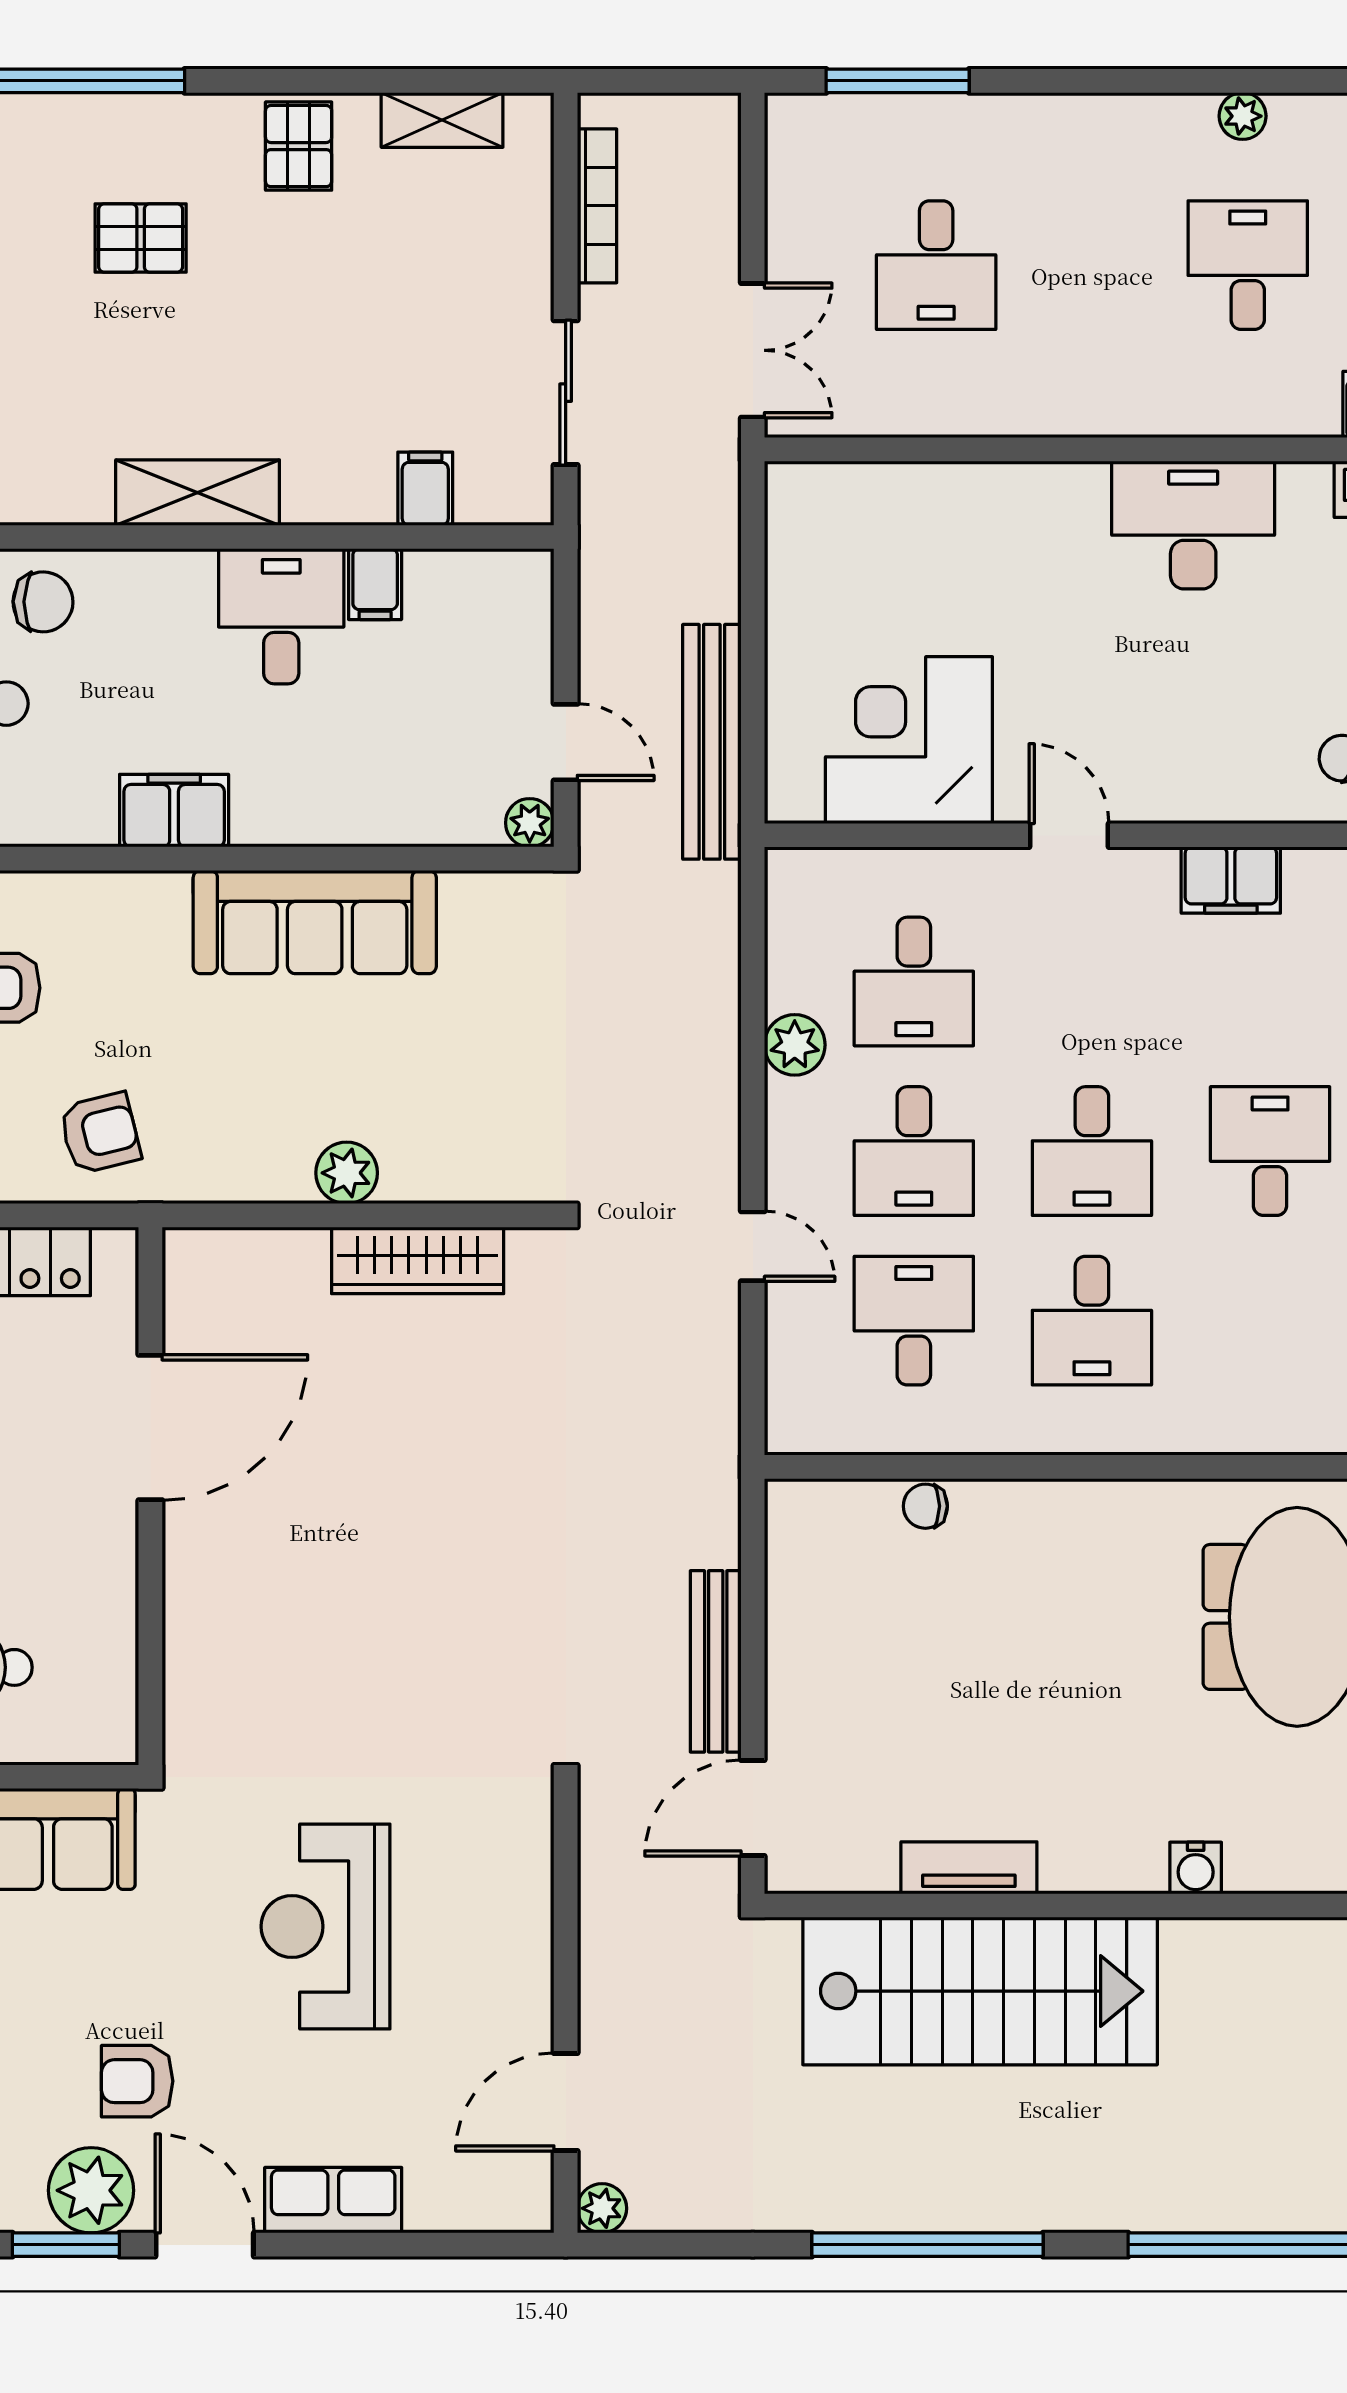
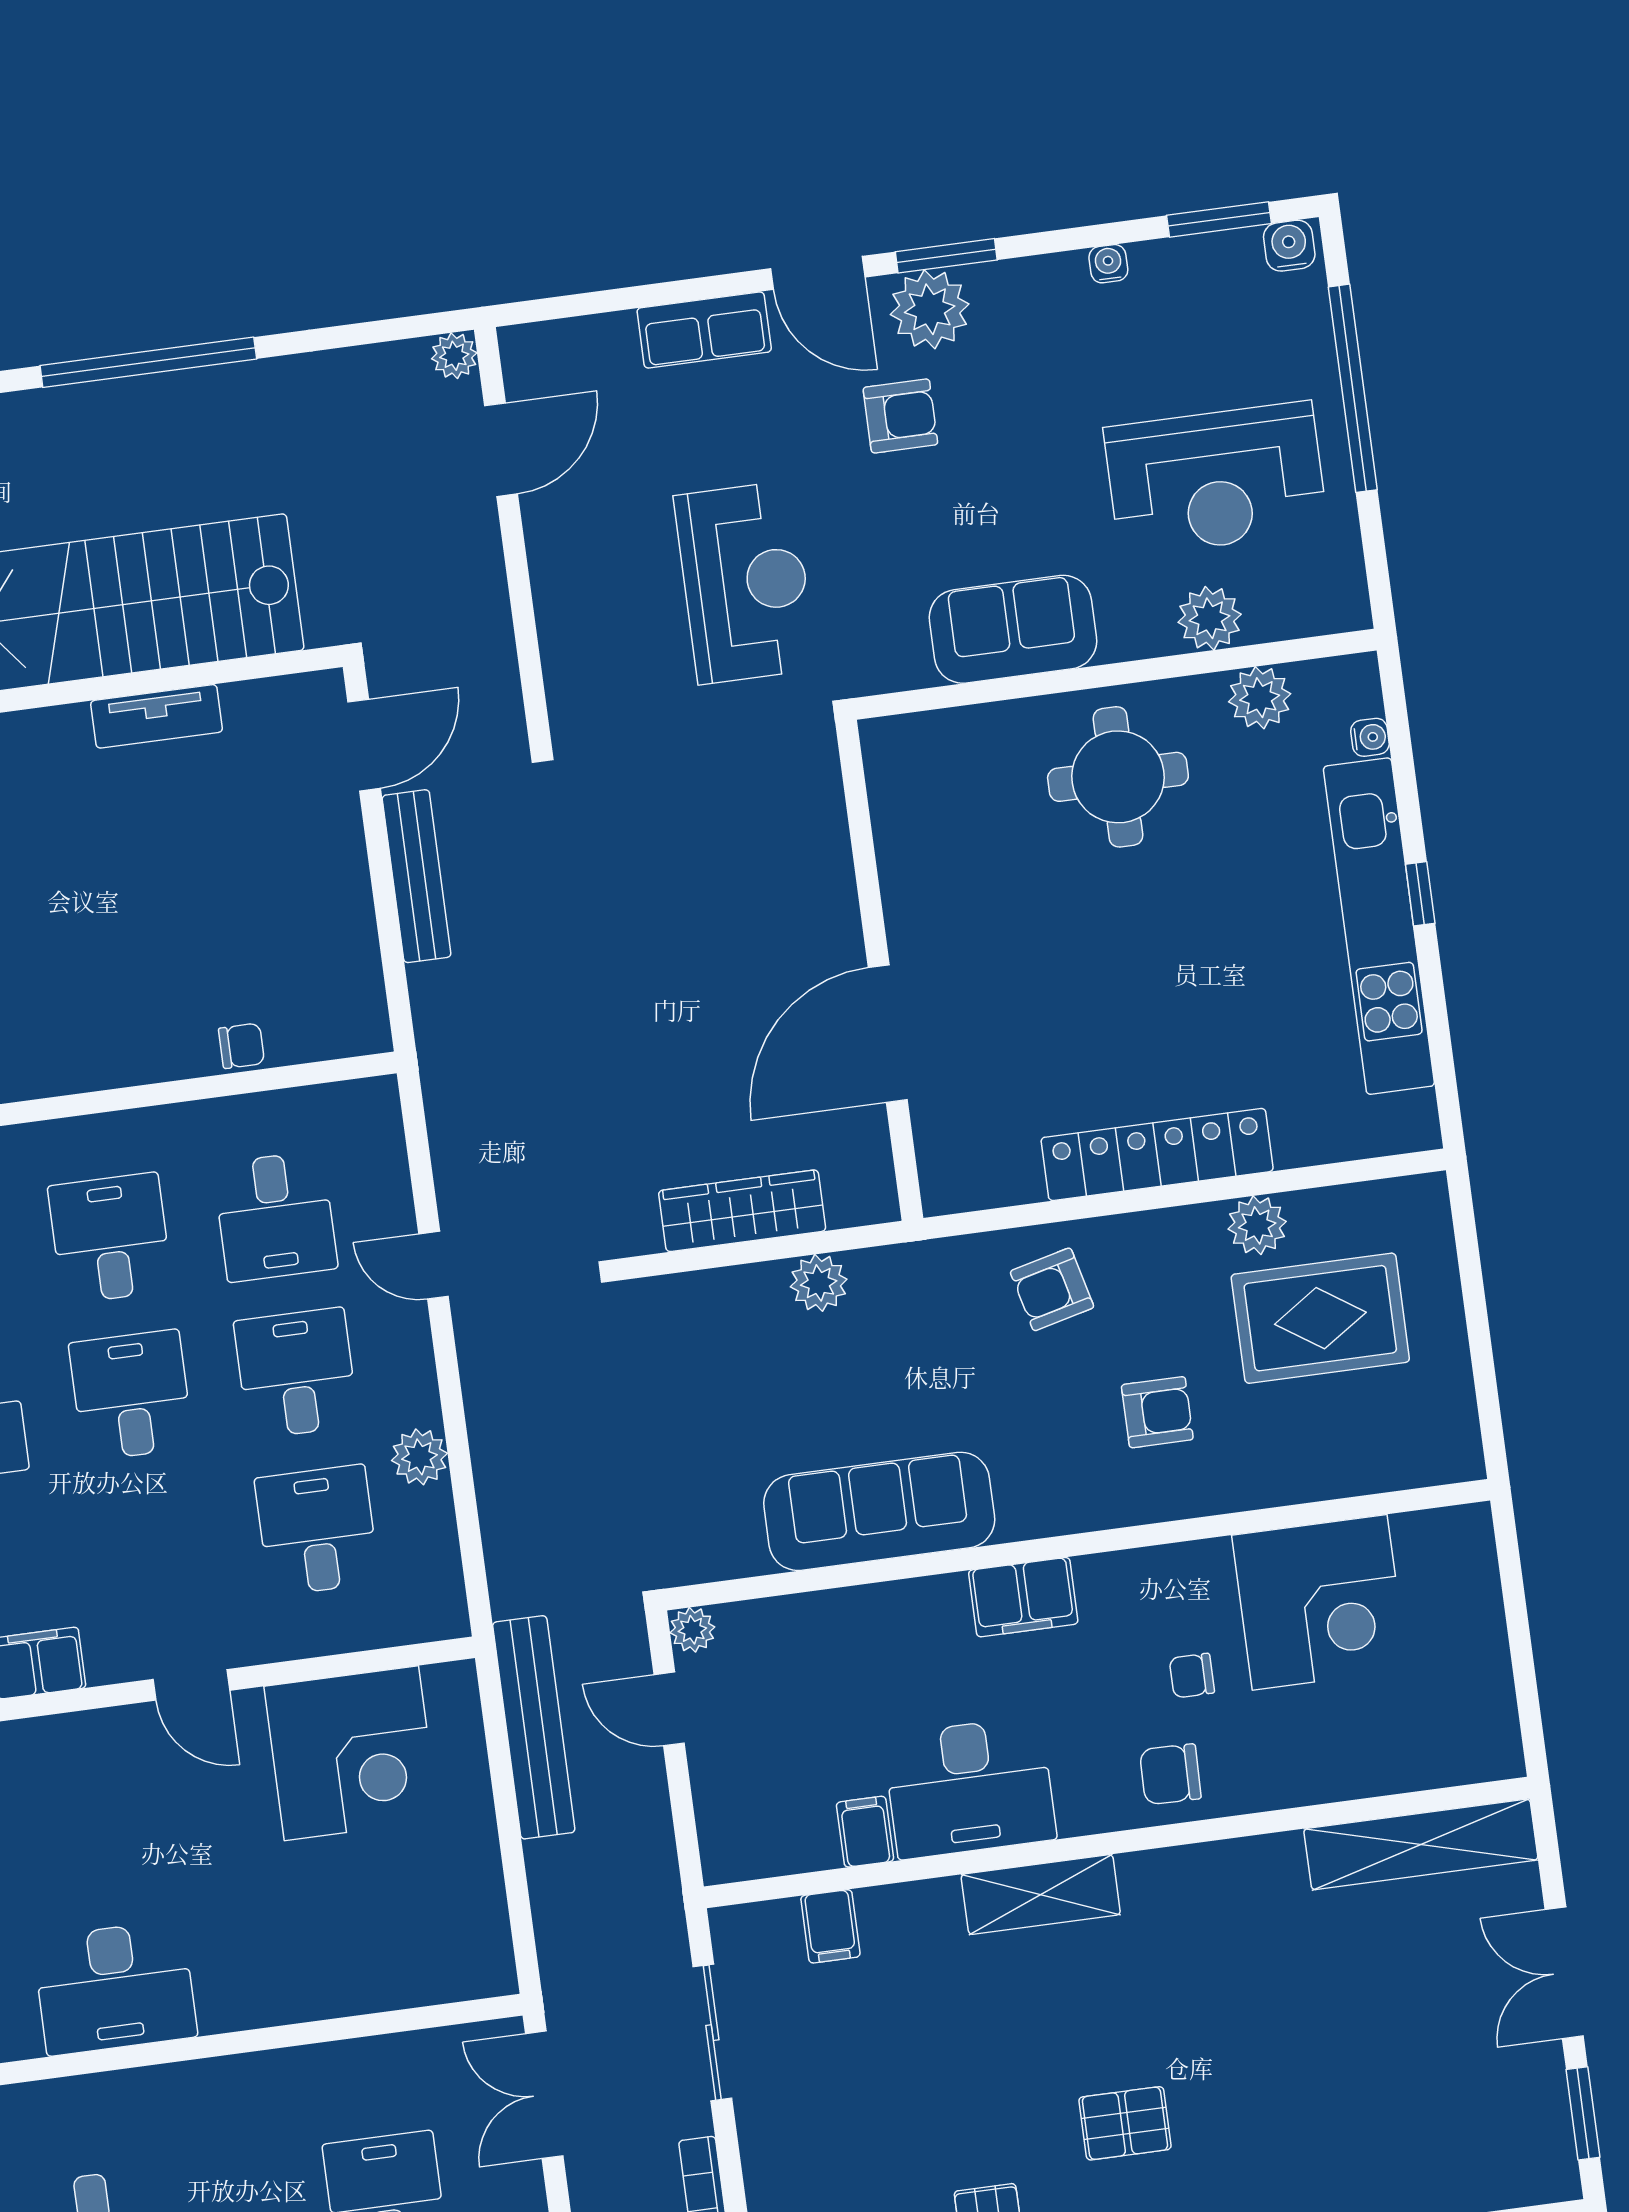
desk: (281, 616) -> (970, 1787), width x1.37
door: (150, 1428) -> (888, 1034), moved
wall: (150, 1496) -> (879, 970), moved

